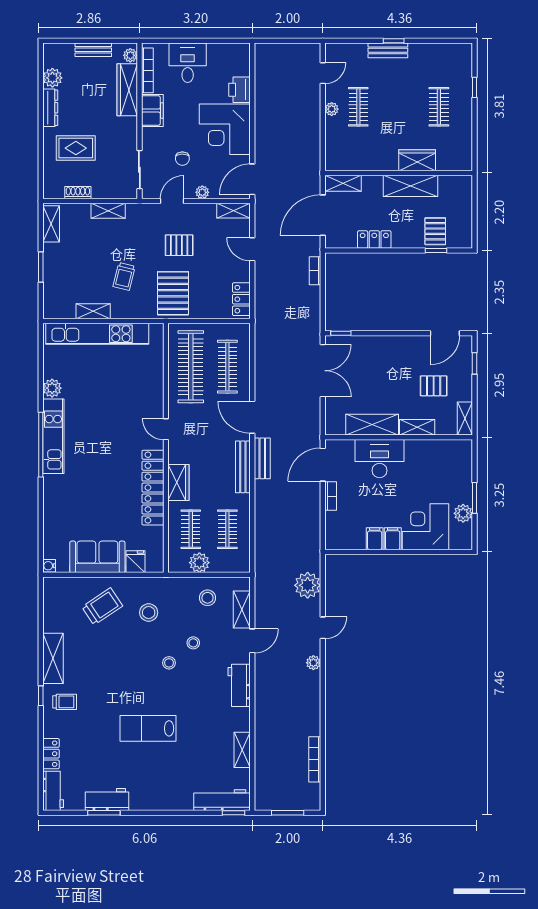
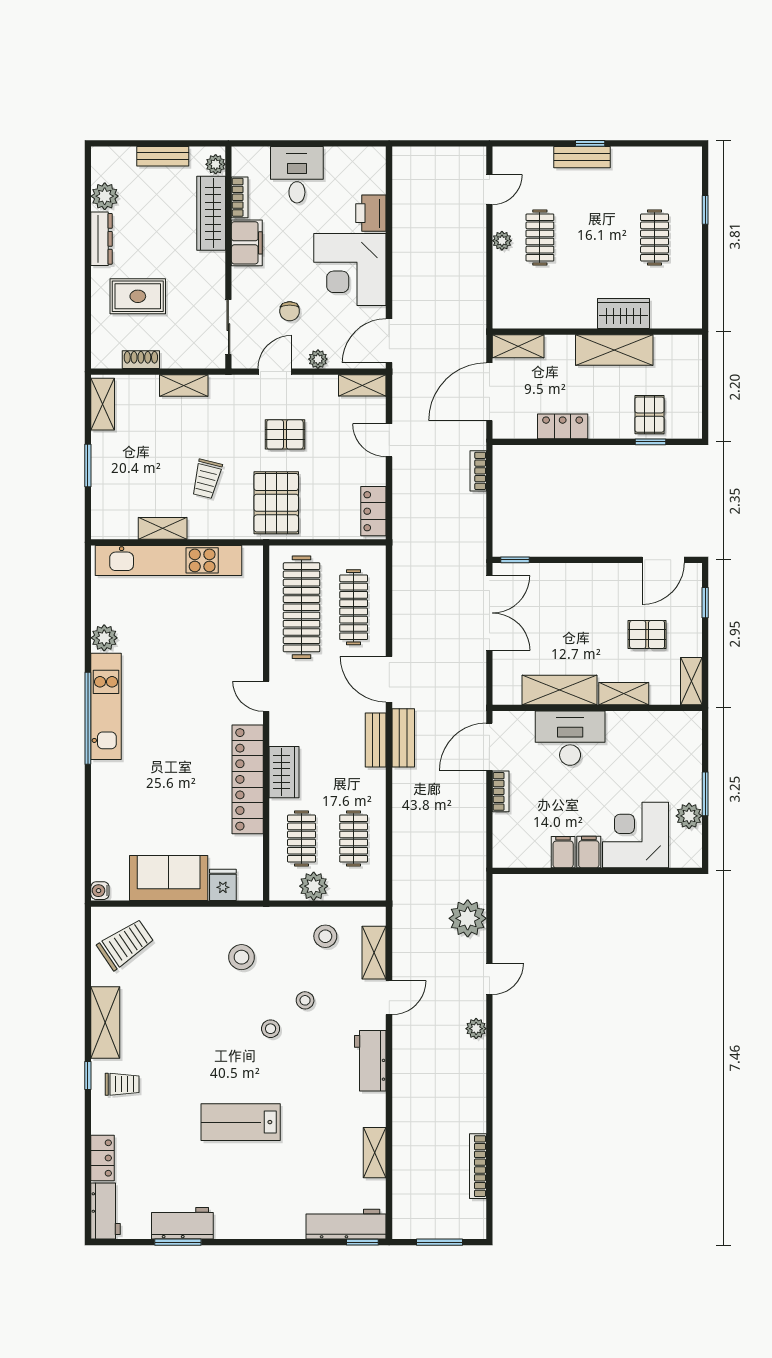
bookcase: (147, 70) -> (240, 197), width x0.64
bench: (243, 467) -> (376, 740), width x0.73
trolley: (102, 606) -> (126, 944), moved

